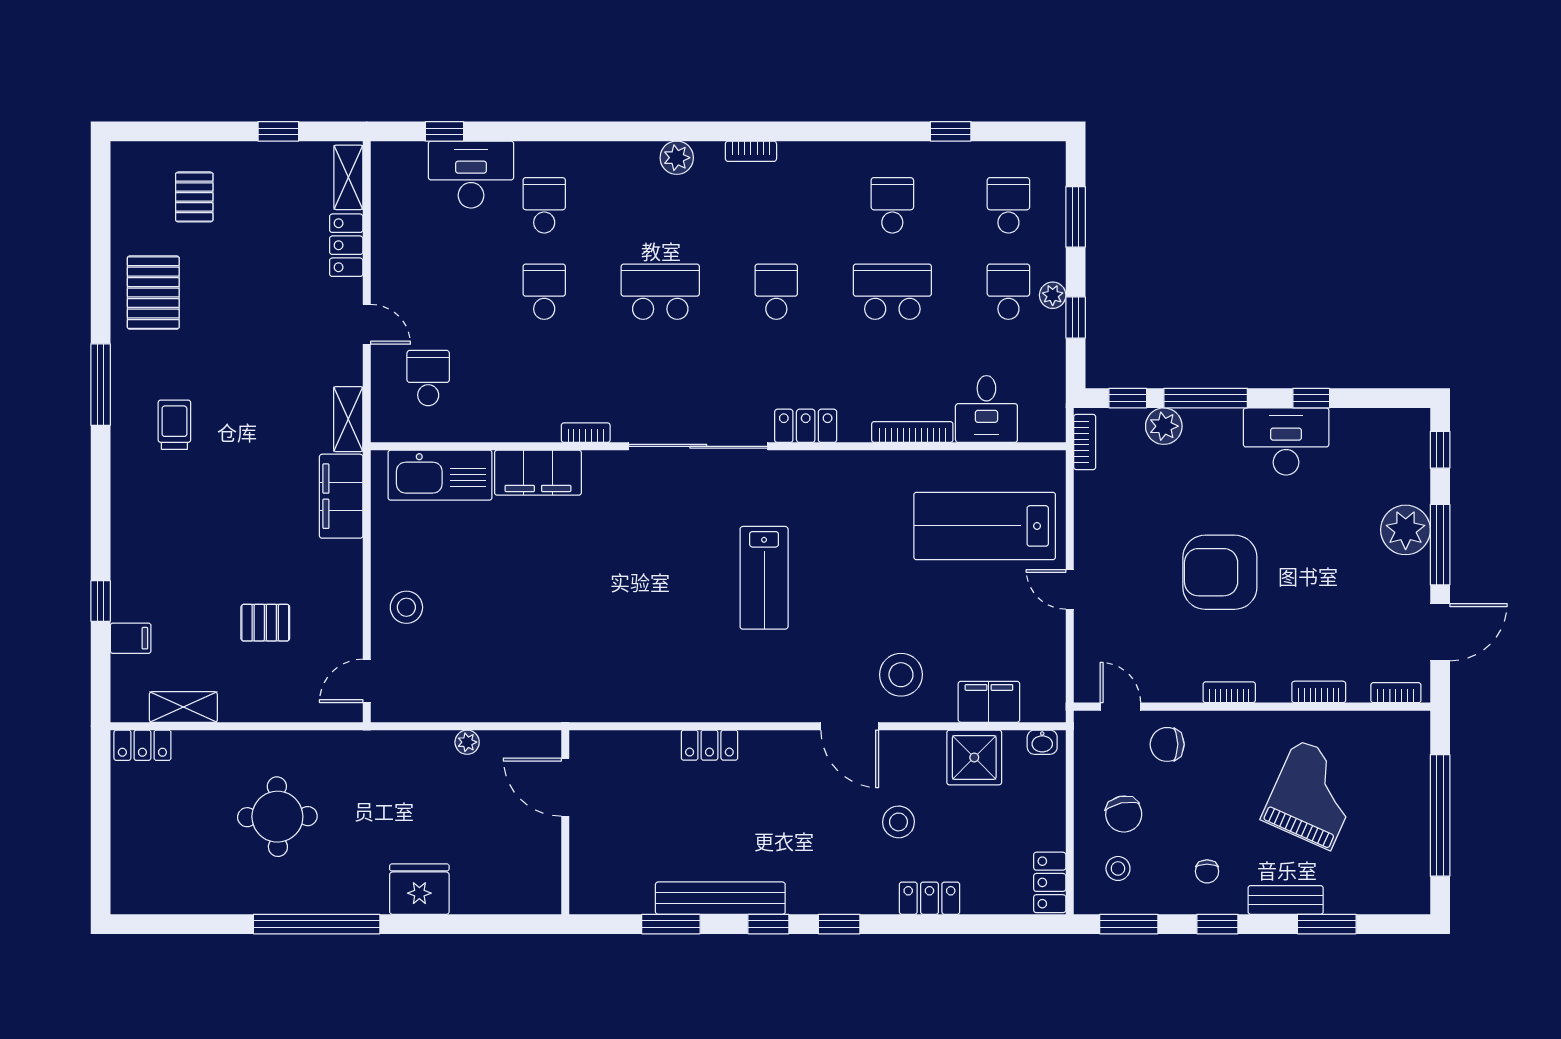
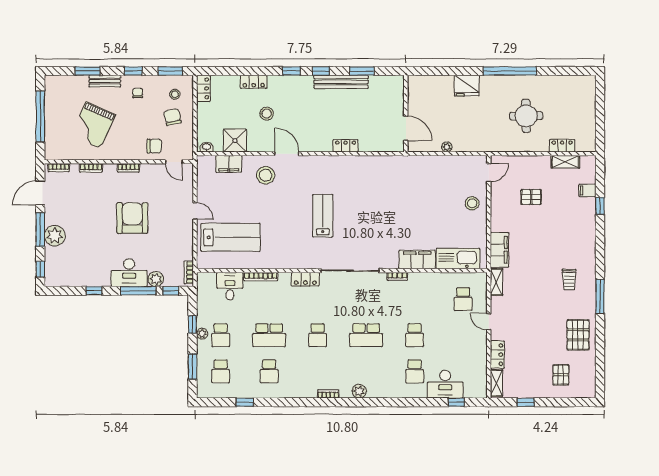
desk: (1286, 442) -> (129, 273), moved
armchair: (1220, 572) -> (132, 218), turned -90
locker: (142, 745) -> (562, 146), moved

